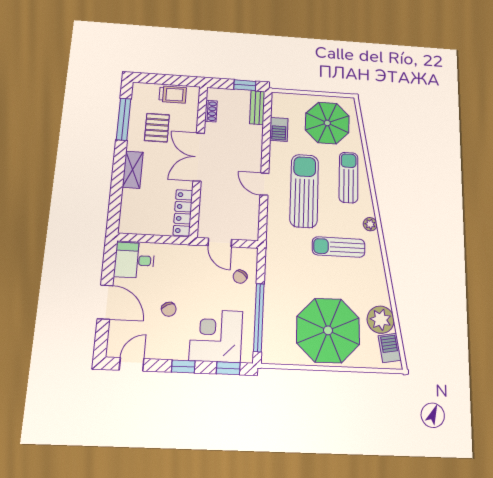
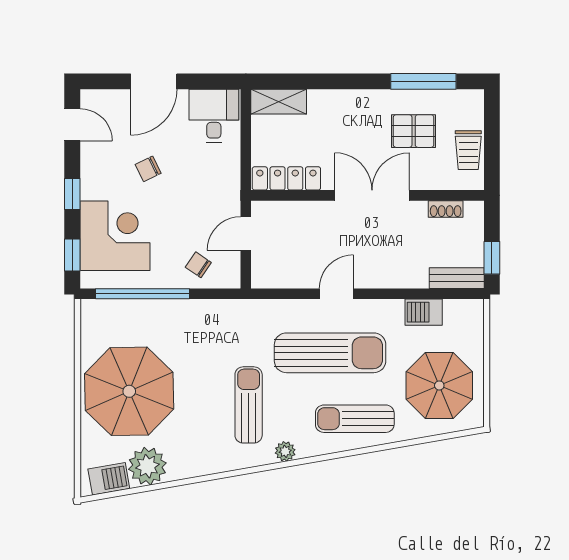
shelving: (133, 170) -> (279, 102), moved
sun lounger: (348, 177) -> (355, 419), turned 180

